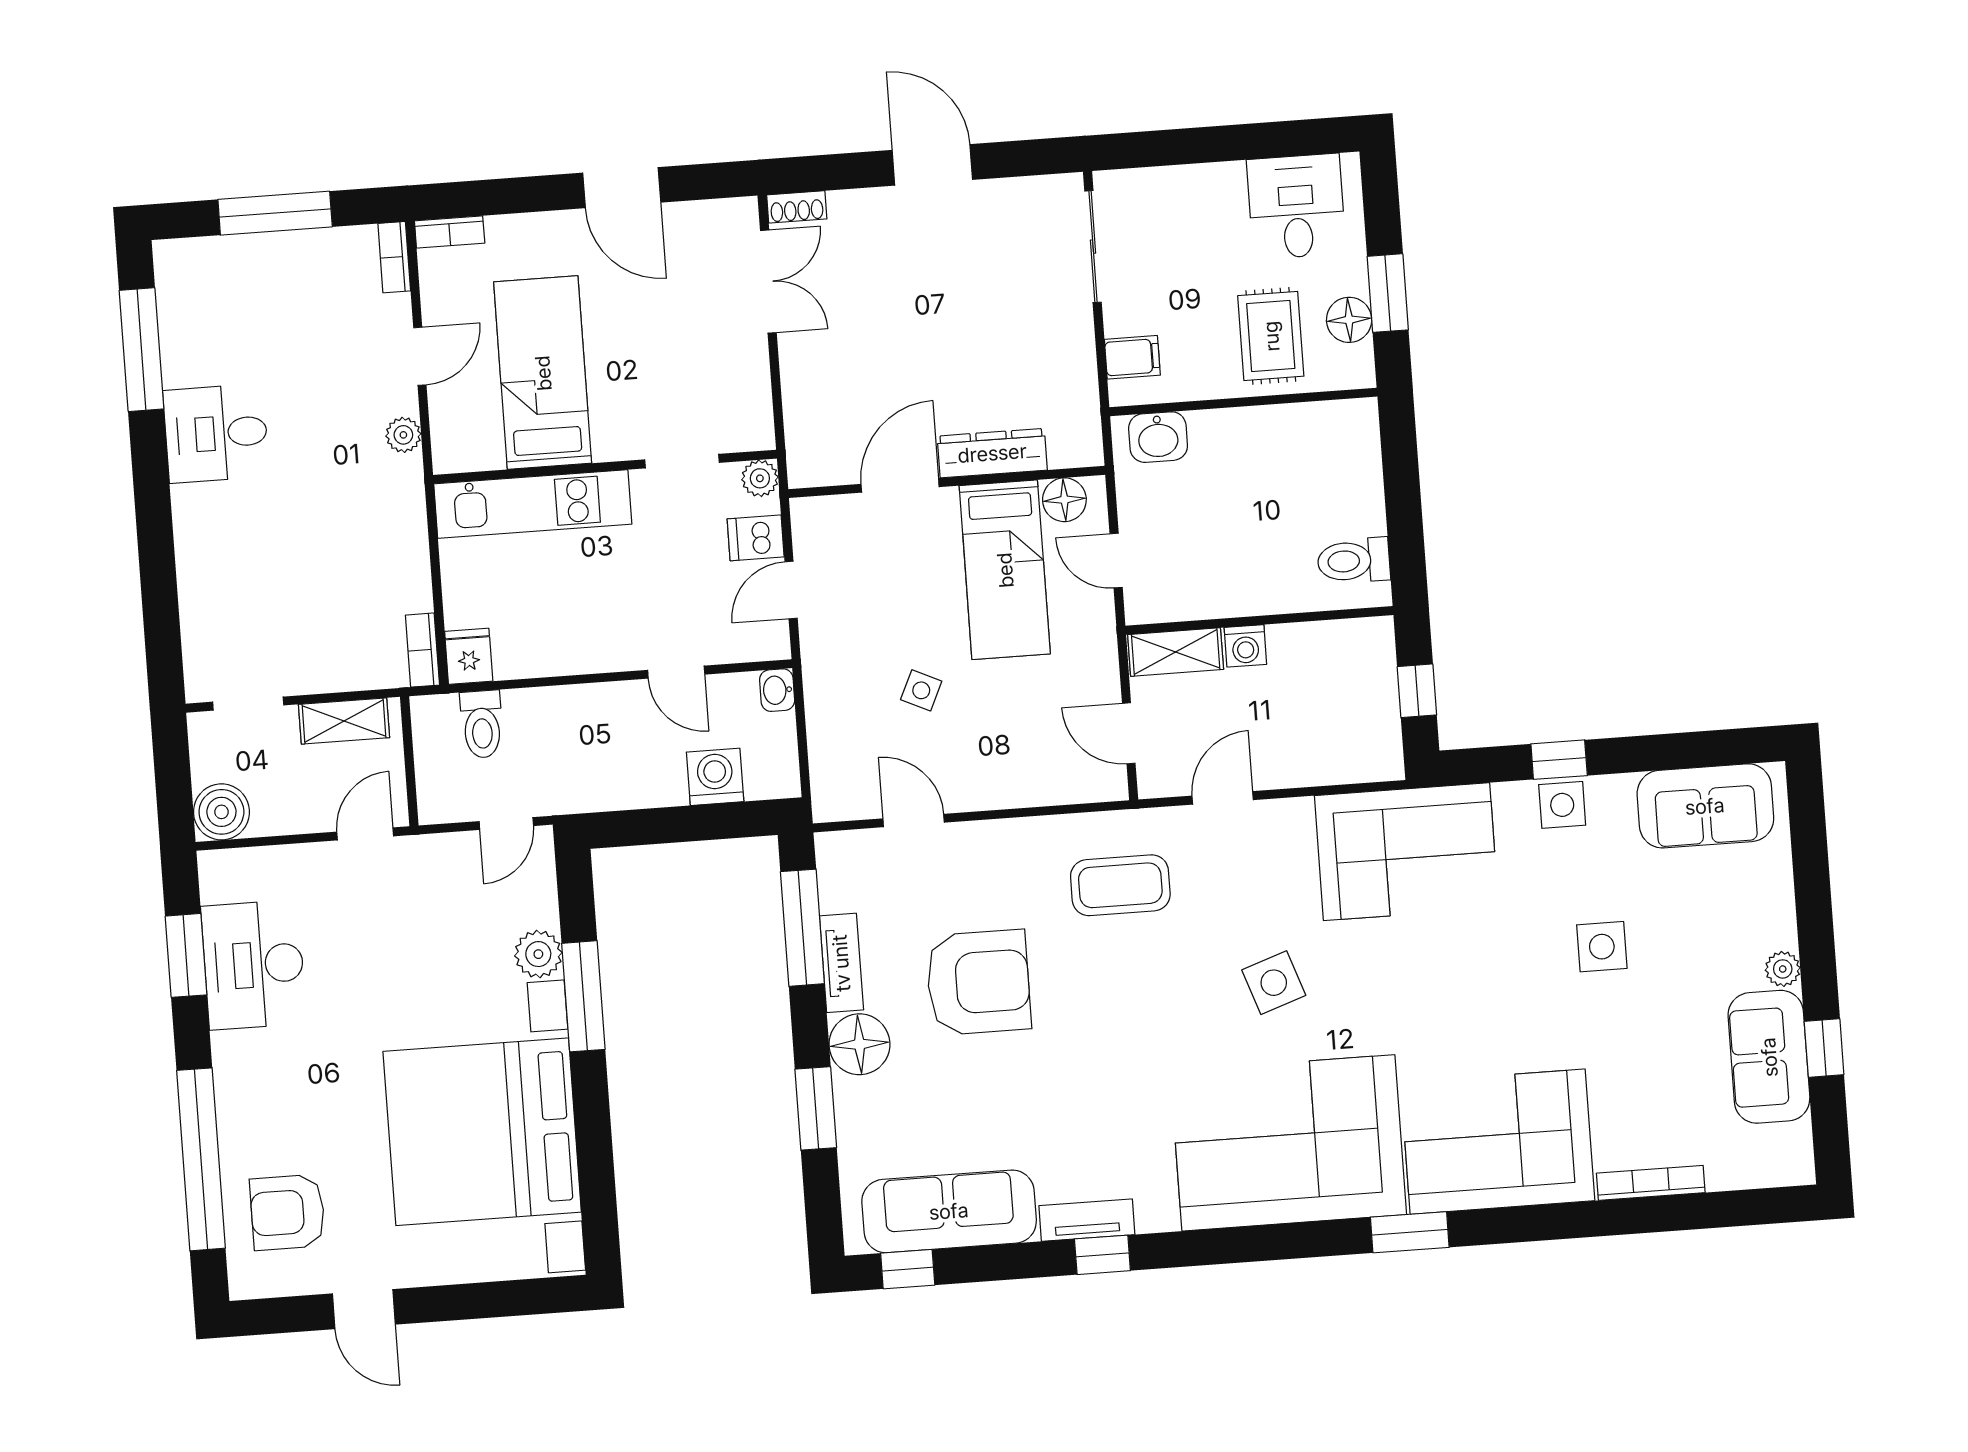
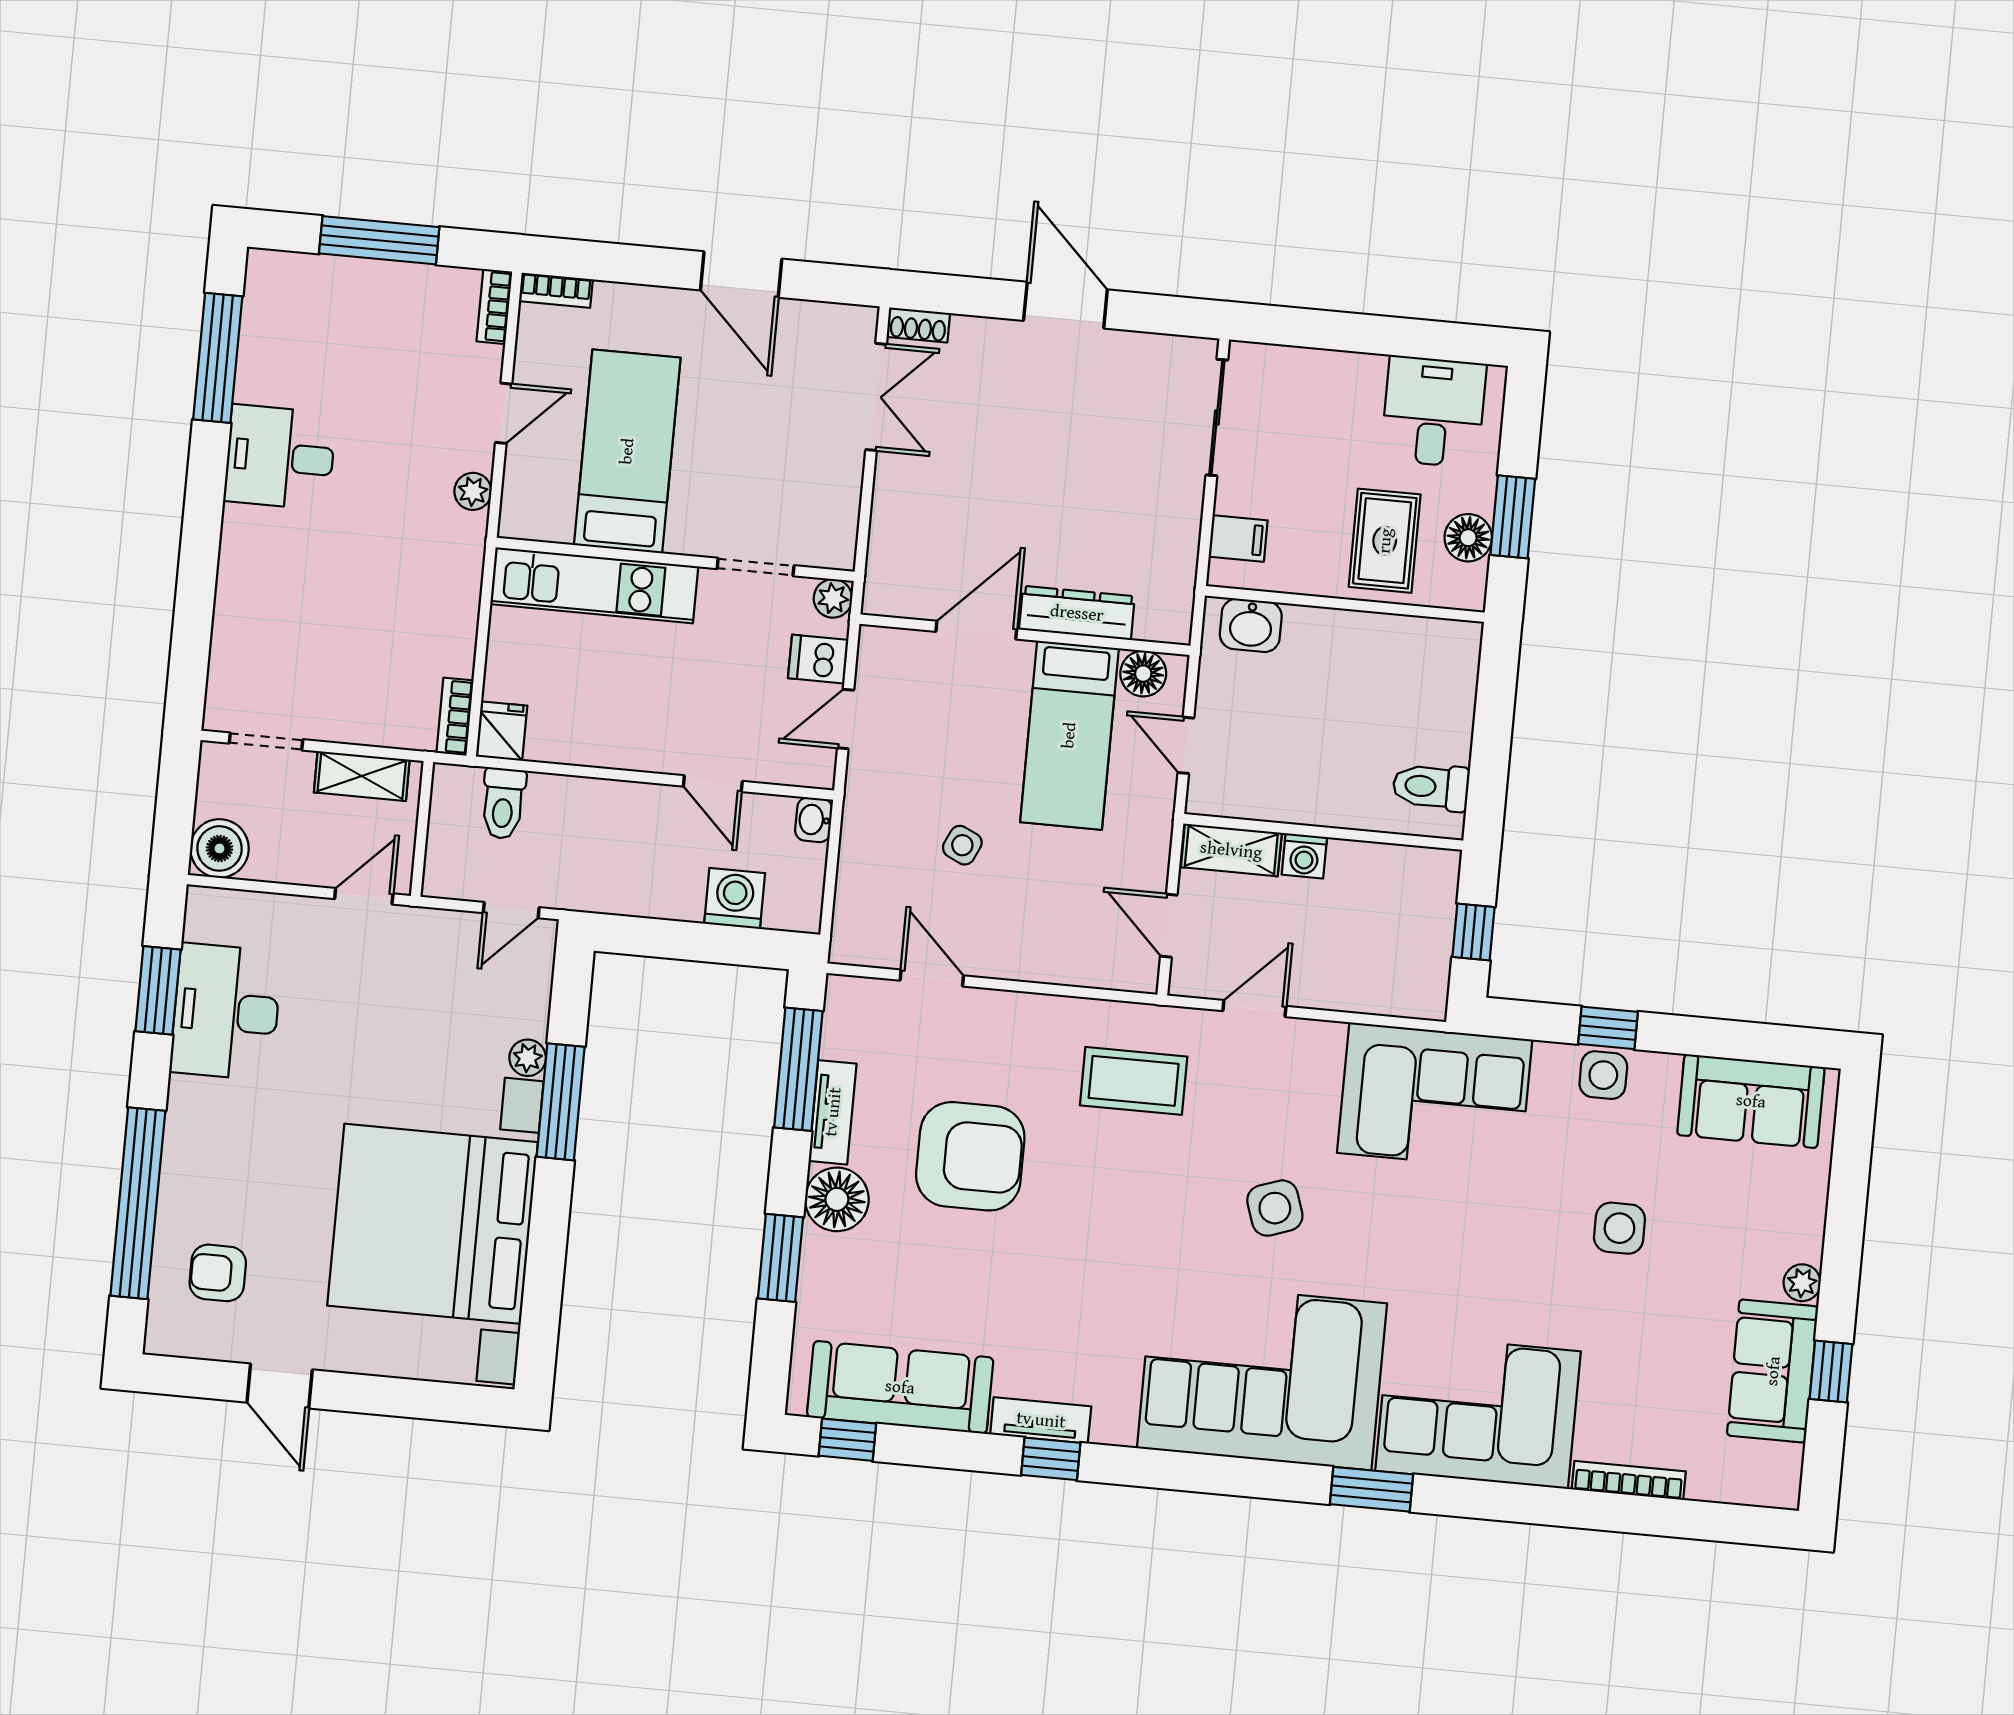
plant: (538, 954) -> (528, 1058), width x0.73, depth x0.73
armchair: (288, 1212) -> (218, 1273), width x0.72, depth x0.72

